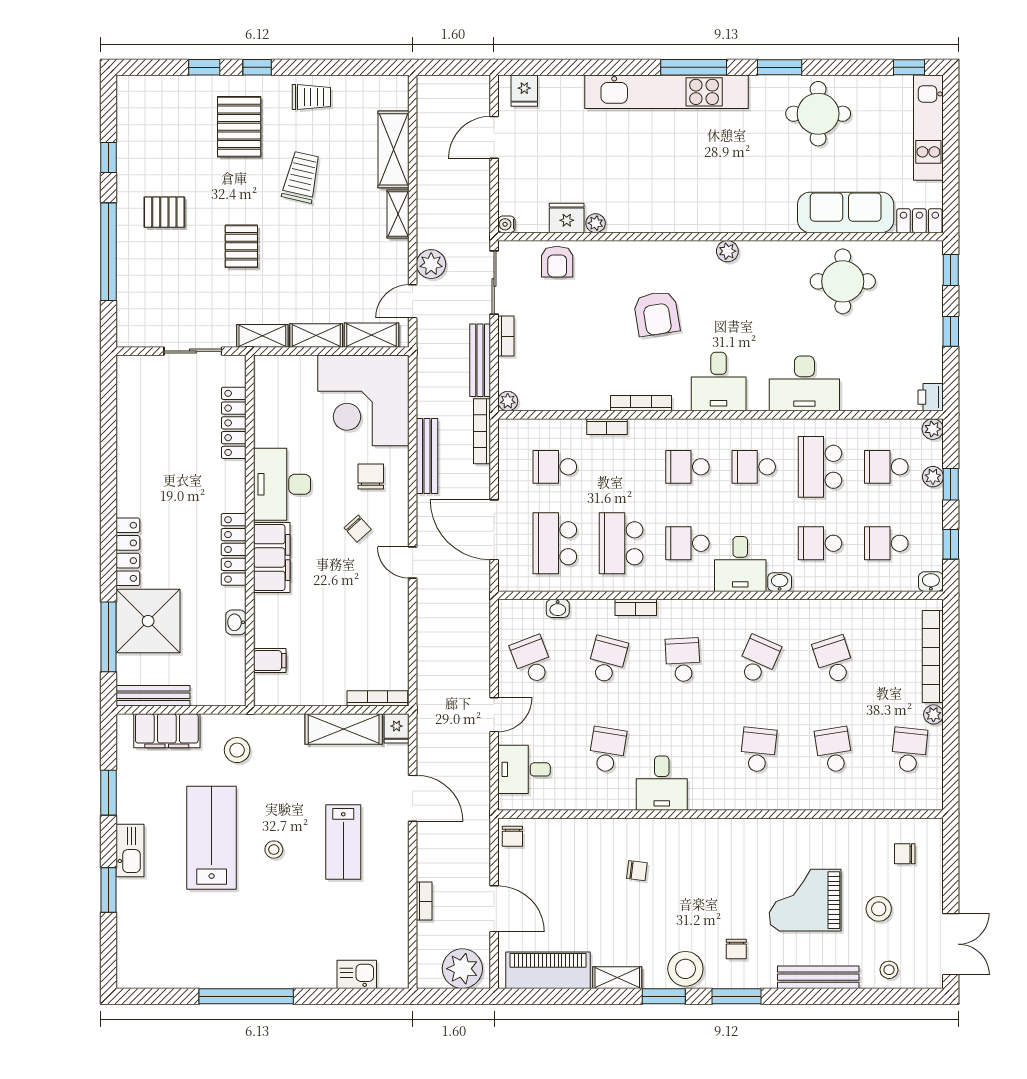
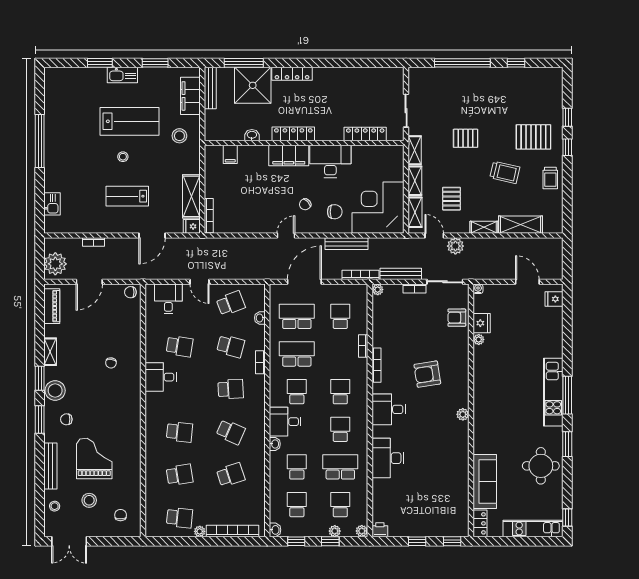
kitchen unit: (667, 92) -> (553, 392), width x0.73
pallet: (164, 212) -> (451, 199), moved
round table: (843, 281) -> (446, 480), removed
piano: (548, 970) -> (52, 306), width x0.73, depth x0.75

